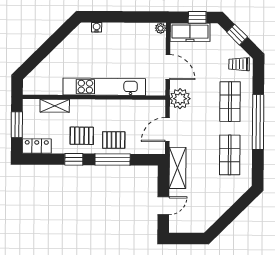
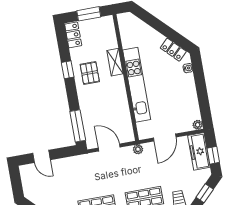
locker: (73, 40) -> (173, 50), added
plant: (180, 99) -> (138, 149), width x0.53, depth x0.53
shelving: (55, 106) -> (115, 62), moved
pallet: (114, 140) -> (91, 102), removed
window: (113, 160) -> (78, 126), moved
shelving: (178, 168) -> (77, 163), removed

